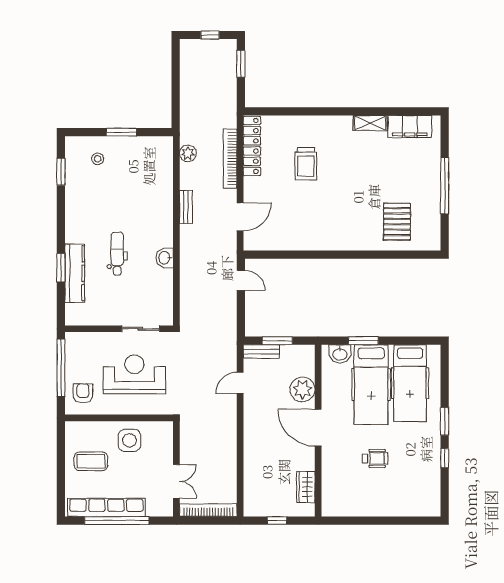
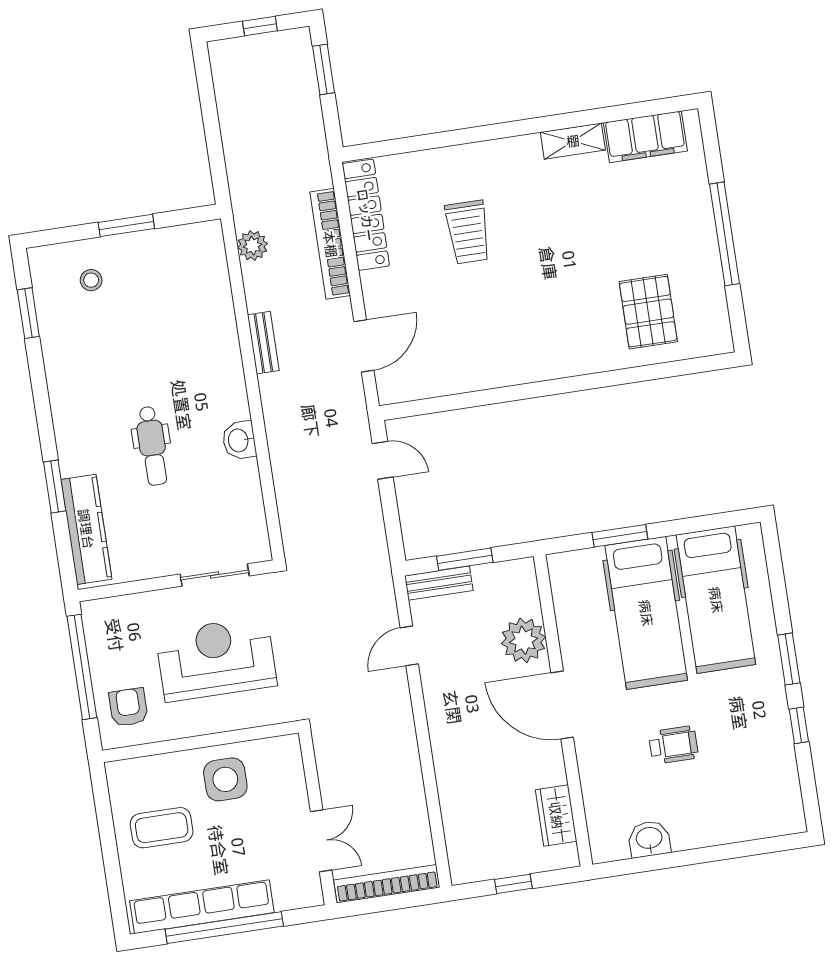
dental chair: (117, 254) -> (152, 446), turned 180
kitchen counter: (75, 273) -> (86, 529), moved
washbasin: (340, 354) -> (649, 839), moved, turned 180

